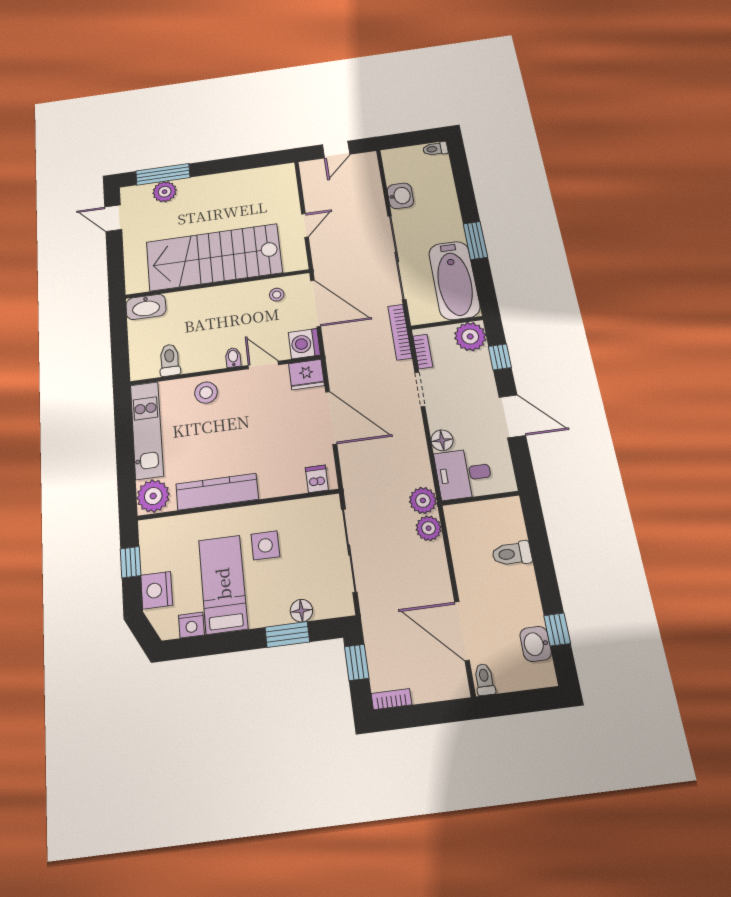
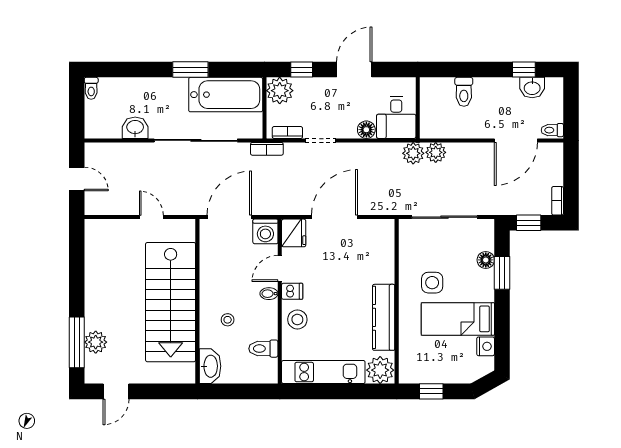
stool: (277, 295) -> (228, 320), moved
bookcase: (400, 332) -> (267, 149), width x0.64
dishwasher: (317, 479) -> (292, 291), moved, turned 180
nightstand: (157, 590) -> (456, 372), removed

